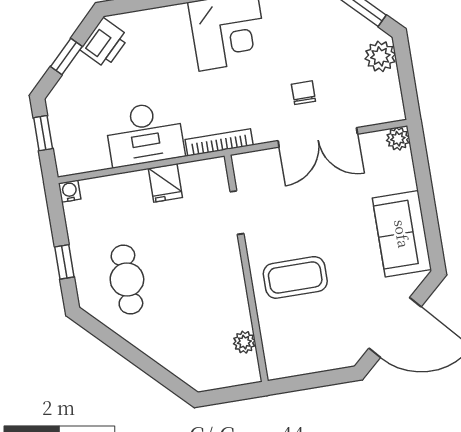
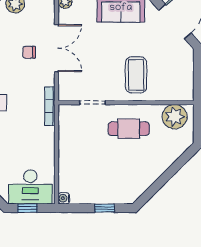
desk: (145, 134) -> (30, 187), moved, turned 90
fridge: (165, 183) -> (68, 142), removed
cafe table: (127, 280) -> (129, 129), moved
plant: (244, 342) -> (175, 117), width x1.88, depth x1.88

